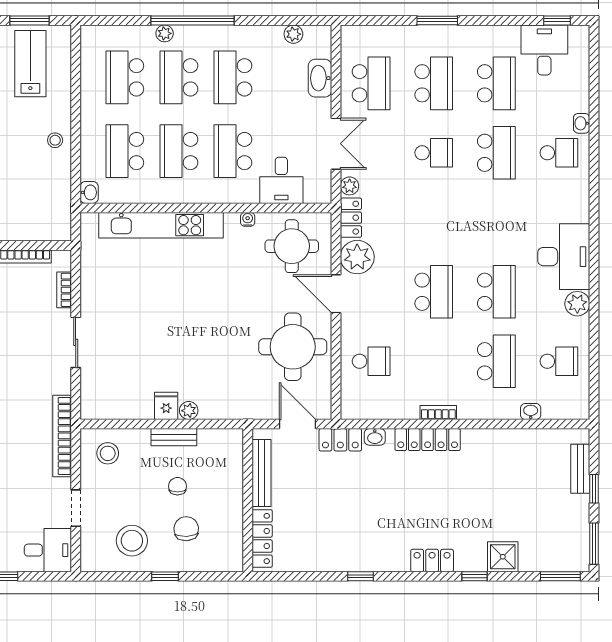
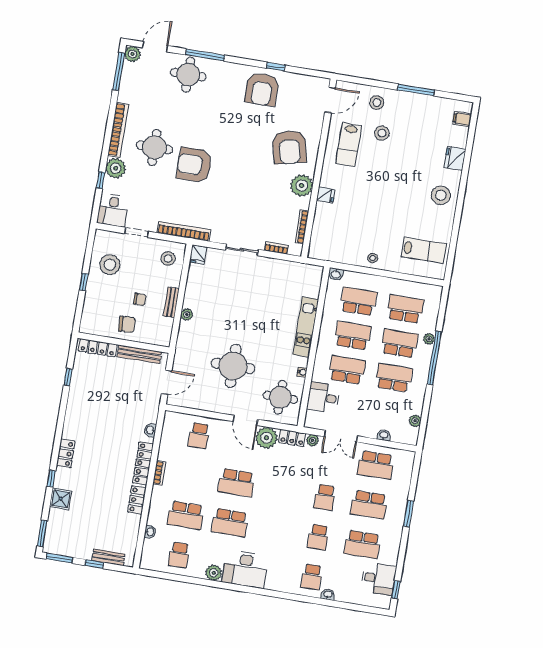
window: (30, 20) -> (451, 254), removed
washbasin: (320, 78) -> (384, 435), width x0.52, depth x0.69
school desk: (496, 153) -> (318, 537), width x0.54
kitchen unit: (161, 225) -> (306, 327), width x0.73
door: (336, 294) -> (245, 420), swing flipped
round table: (293, 347) -> (233, 366), moved
fridge: (166, 406) -> (198, 254), moved, turned 90
locker: (340, 440) -> (137, 500), moved
chair: (186, 529) -> (127, 324), moved
window: (360, 576) -> (68, 377), moved

